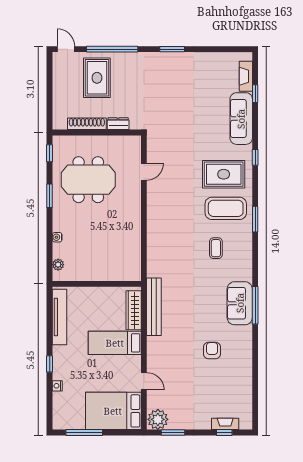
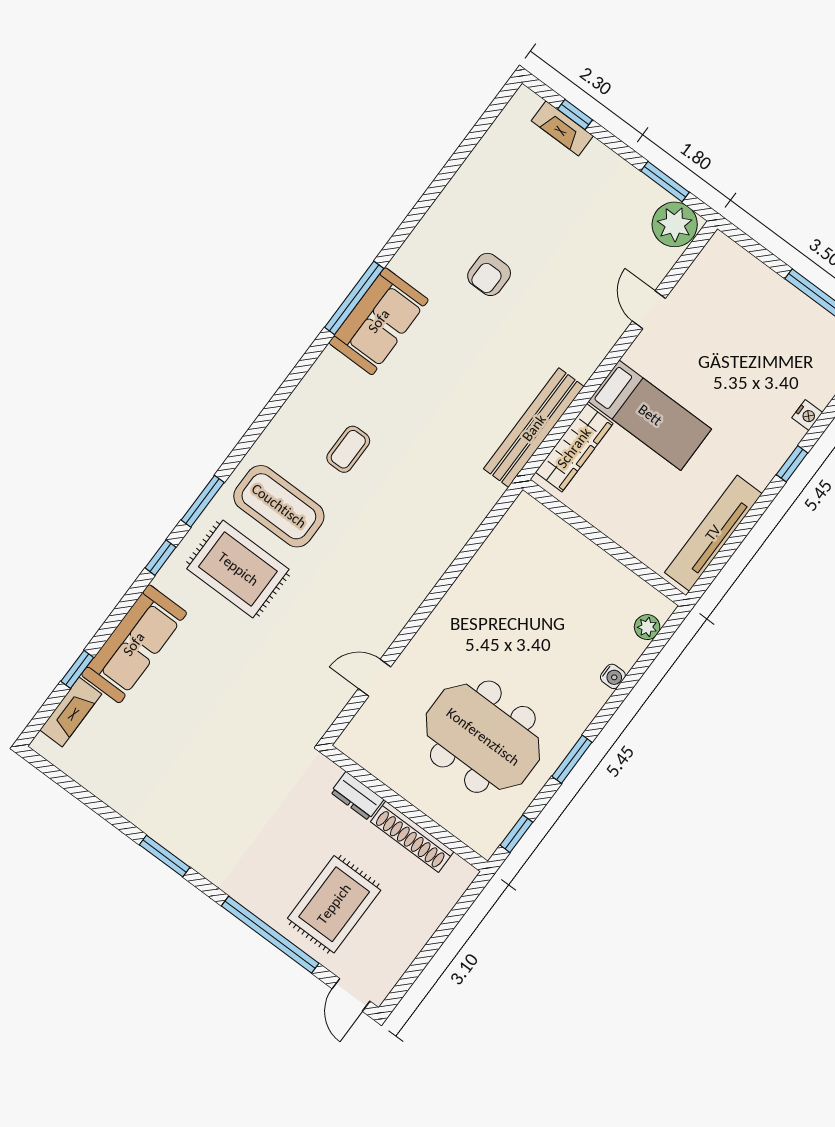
window: (255, 219) -> (203, 501), moved
bed: (113, 411) -> (741, 297), removed

